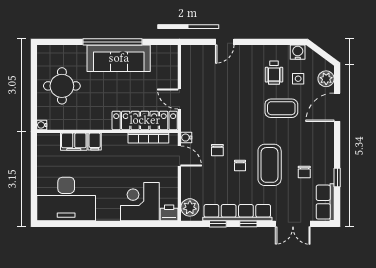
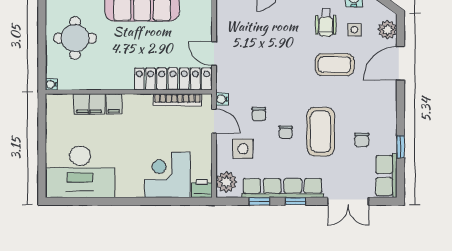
side table: (204, 179) -> (243, 149), added

